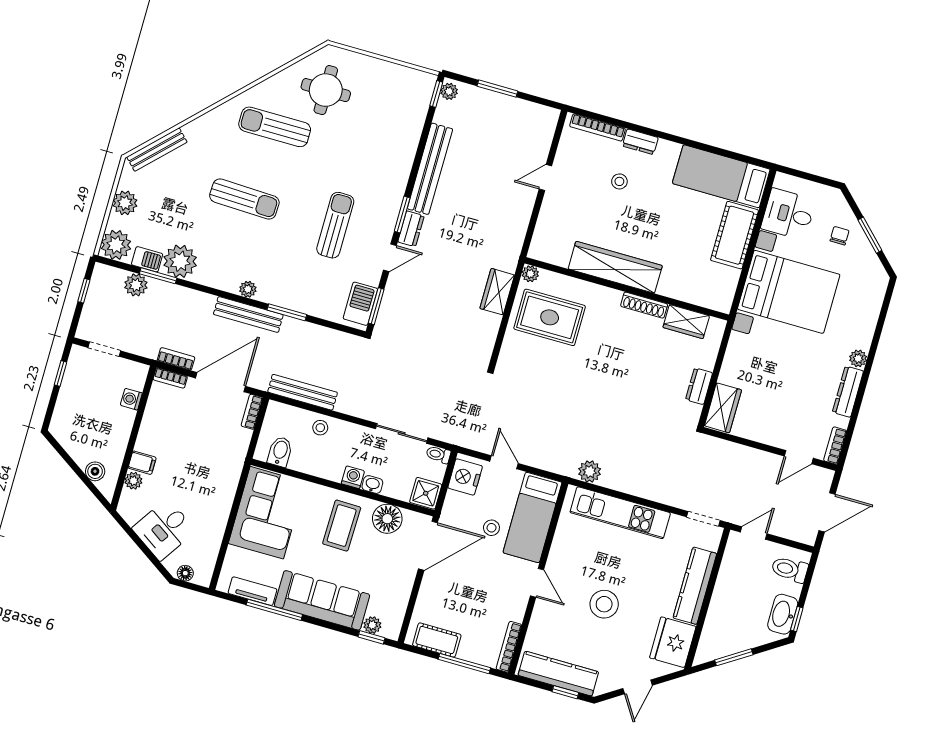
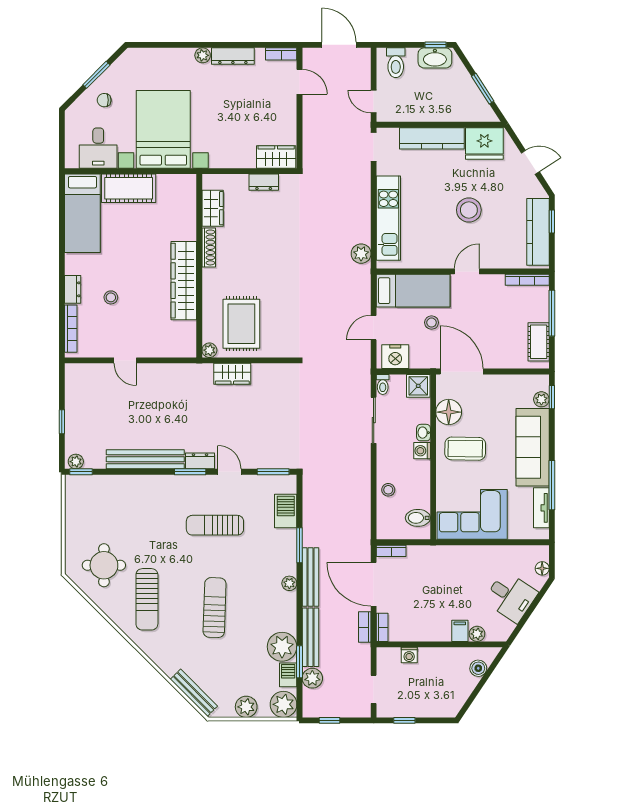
window: (497, 89) -> (62, 422), width x0.67
barbecue: (360, 304) -> (286, 511), moved, turned 90
bench: (303, 392) -> (310, 637), moved

